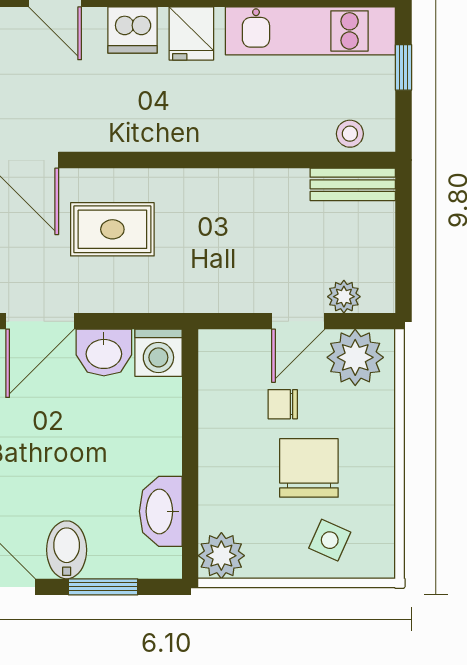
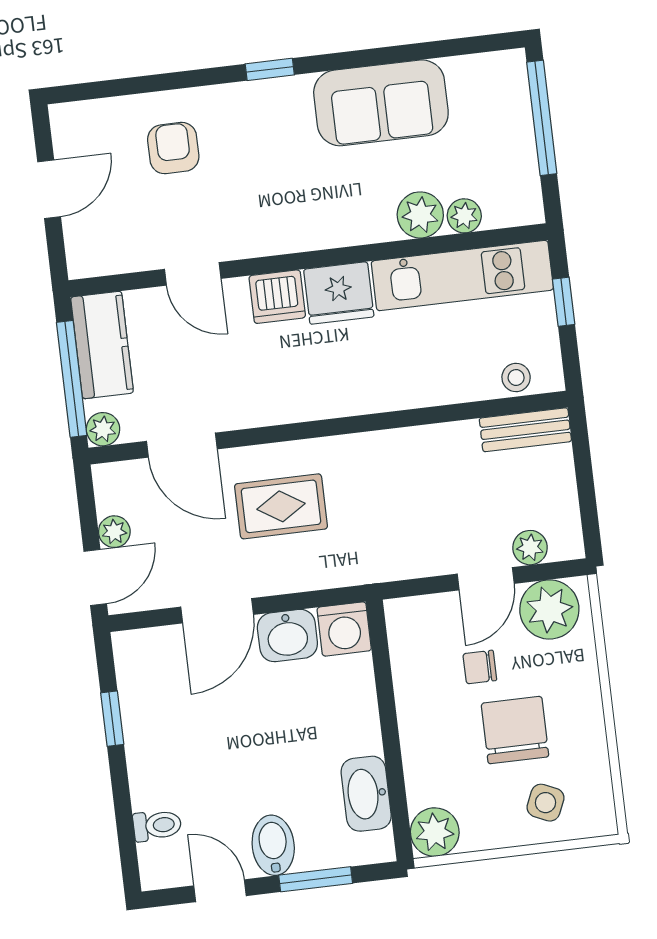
fridge: (191, 33) -> (339, 293), width x1.38

